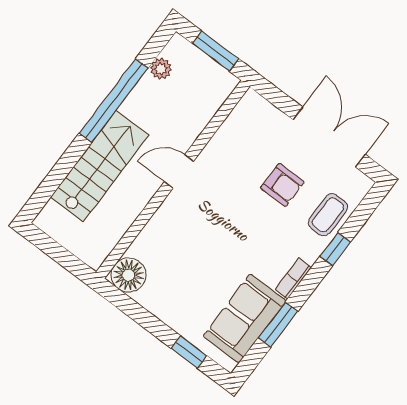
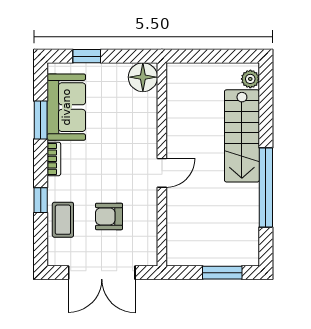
plant: (161, 69) -> (250, 79), moved
door: (179, 171) -> (162, 173), moved
wall: (173, 179) -> (162, 164), moved
floor lamp: (129, 275) -> (143, 77), moved

